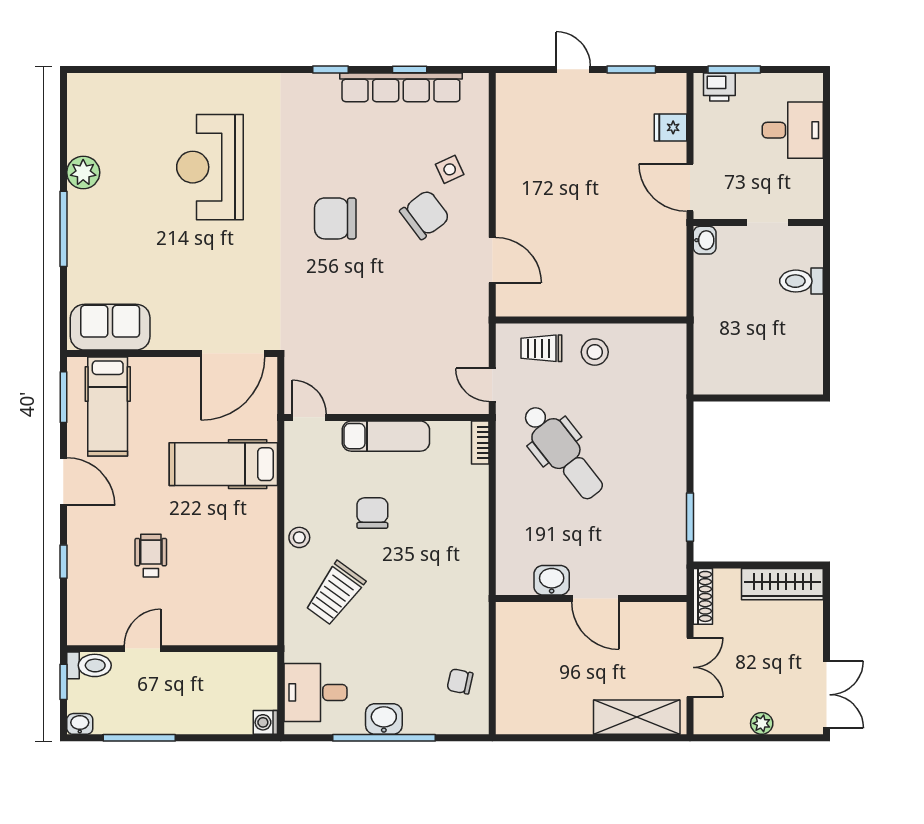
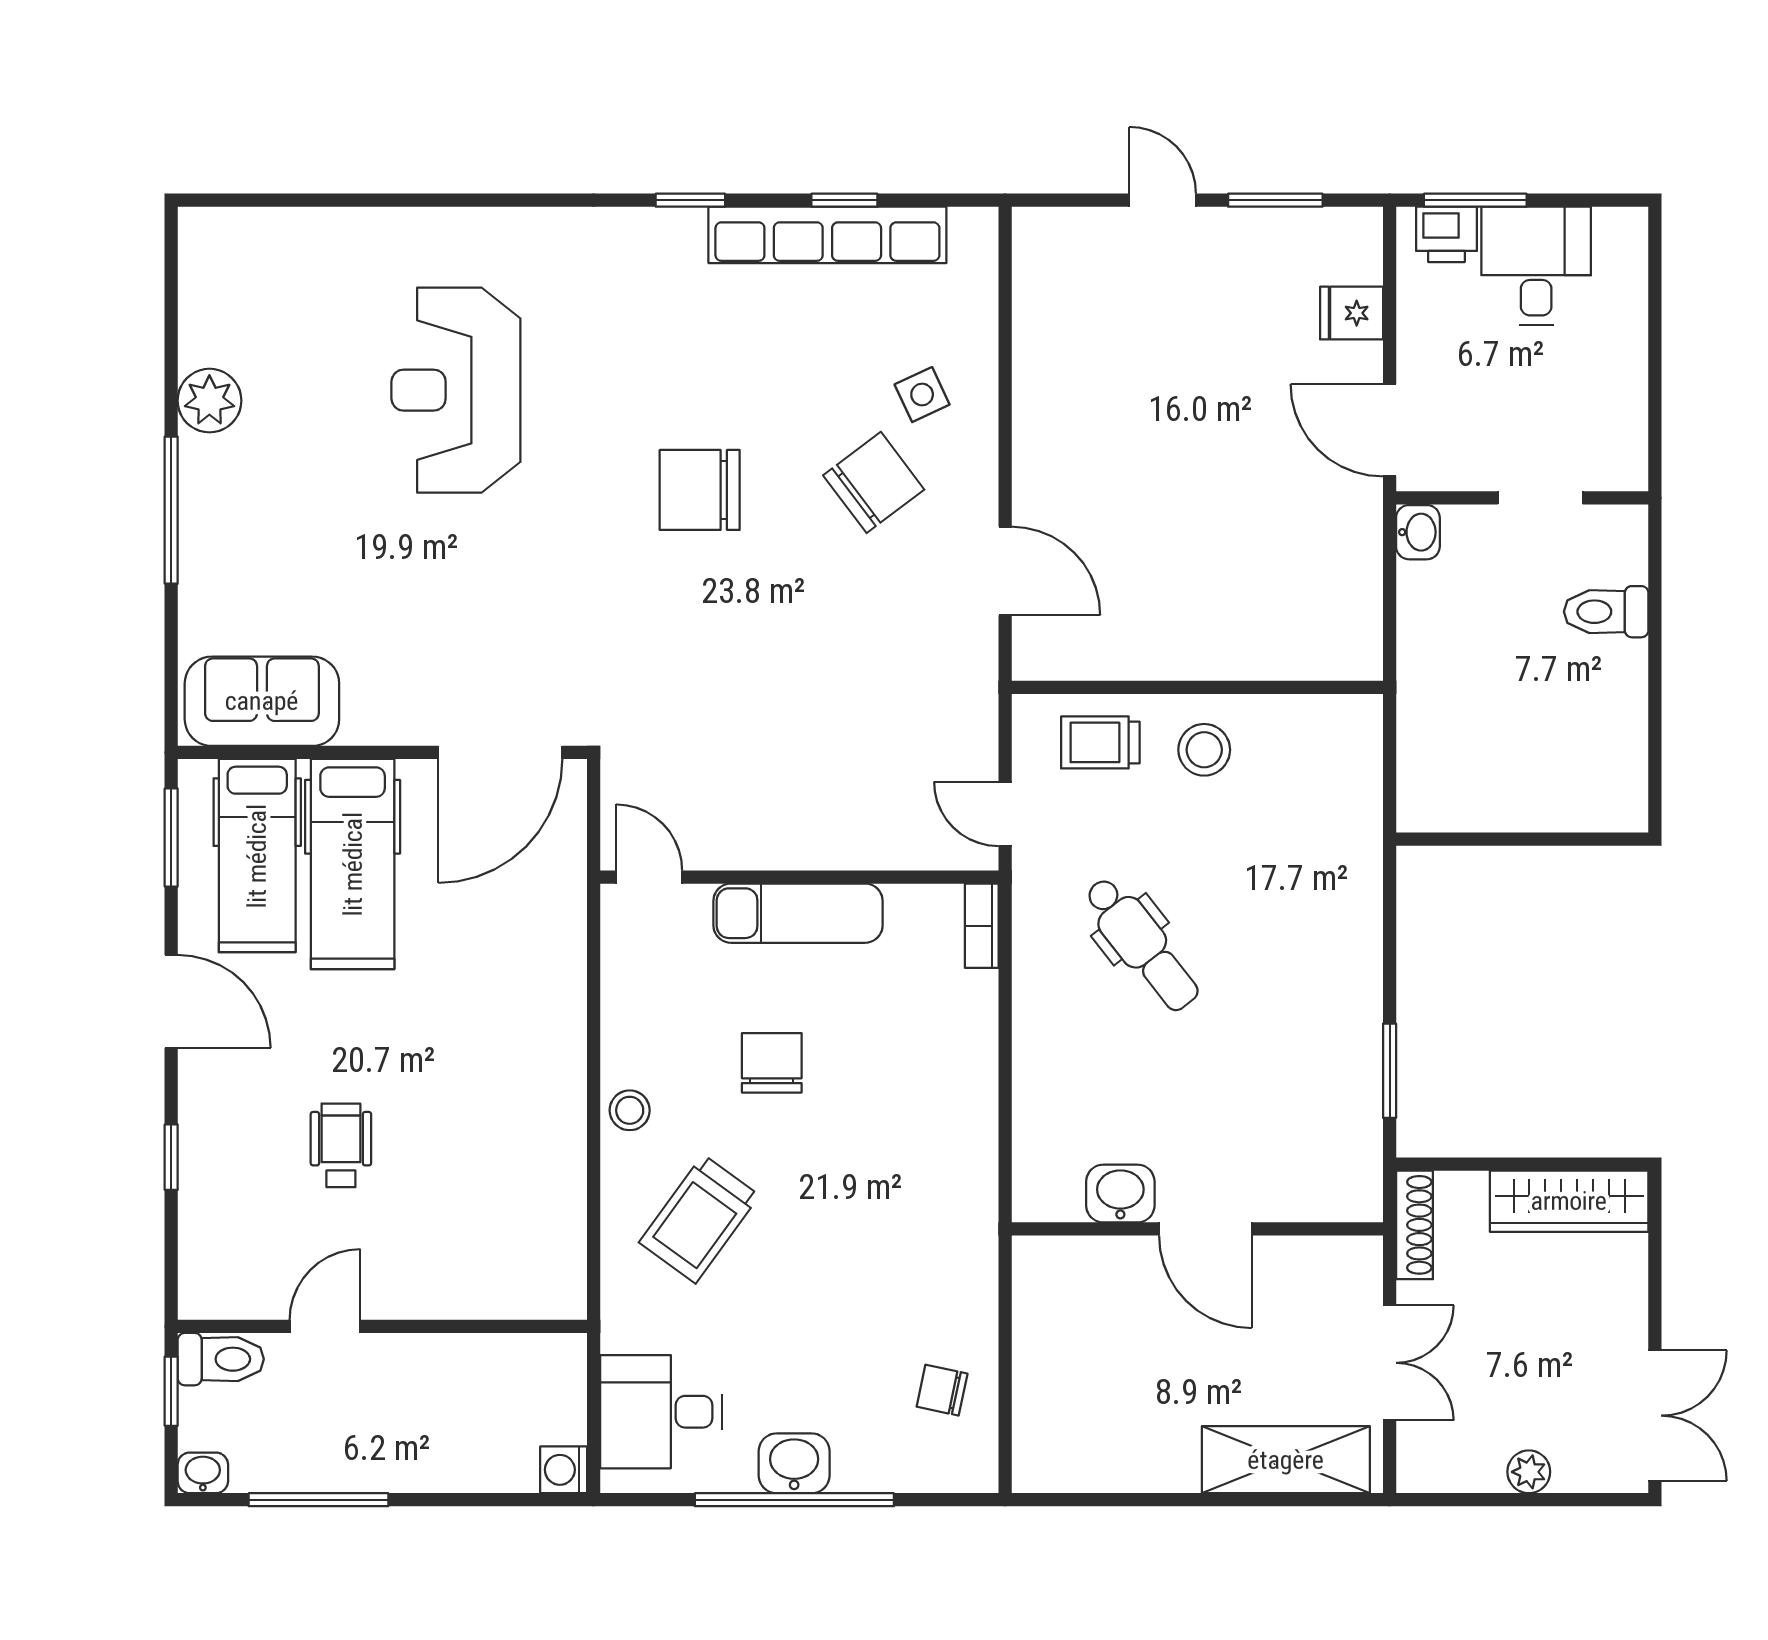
desk: (793, 130) -> (1536, 266), moved, turned -90
dental chair: (563, 452) -> (1142, 944), width x0.73, depth x0.72
hospital bed: (223, 464) -> (353, 864), moved, turned -90

